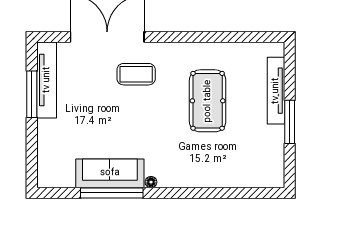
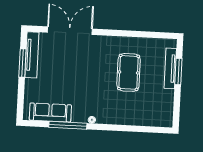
coffee table: (136, 74) -> (86, 54), removed
window: (290, 122) -> (178, 71), moved
sofa: (110, 173) -> (50, 112), moved

